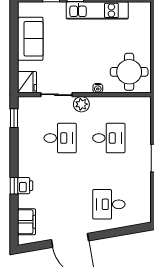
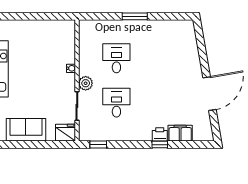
round table: (129, 72) -> (56, 40), removed
desk: (109, 204) -> (177, 58), removed
filing cabinet: (27, 222) -> (180, 133), moved

